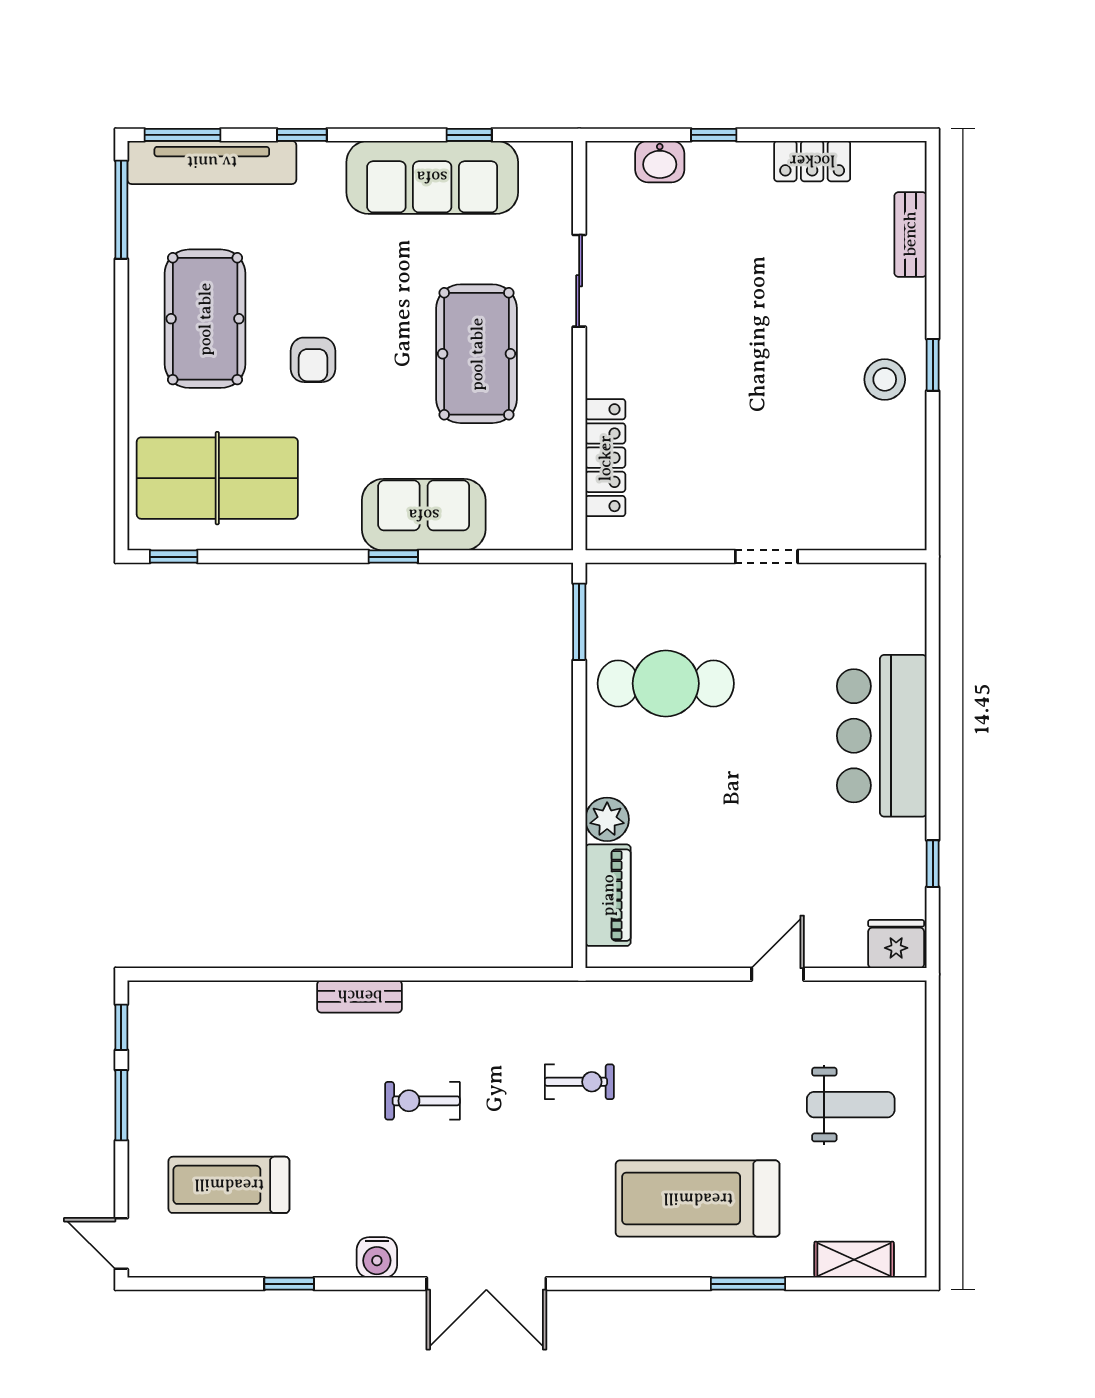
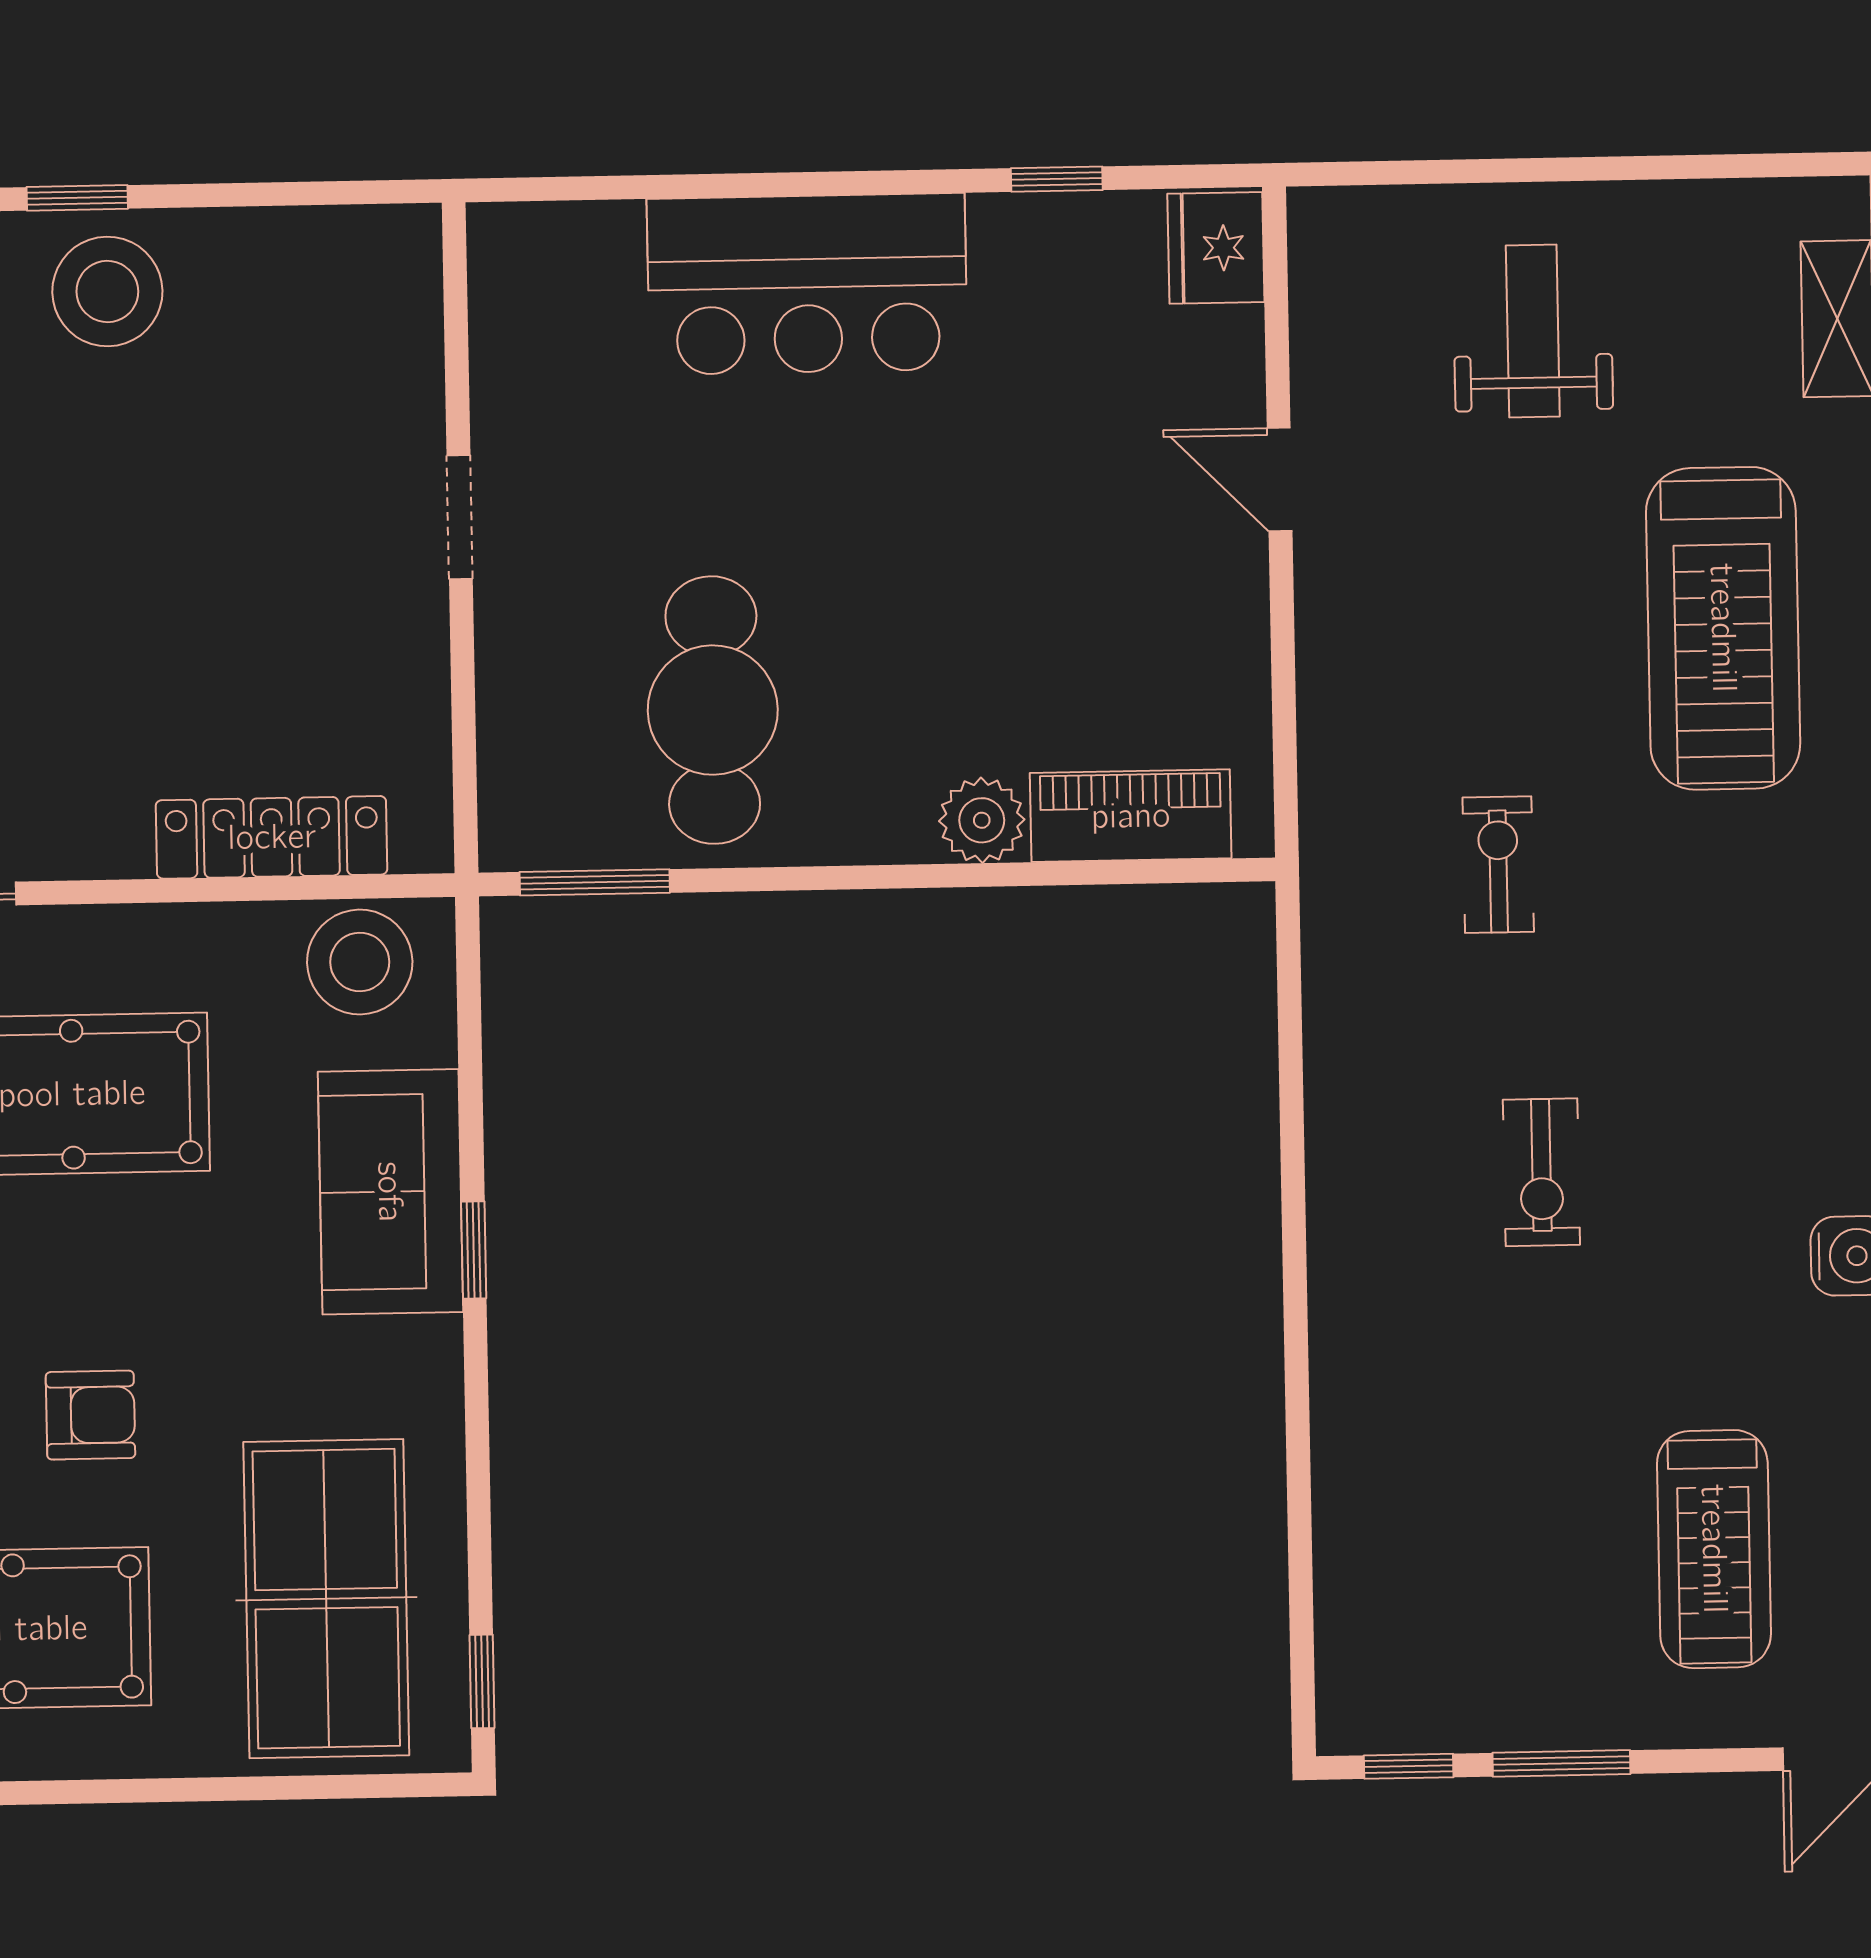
stool: (885, 379) -> (107, 292), width x1.38, depth x1.38
stool: (541, 501) -> (360, 962), added
bench: (360, 996) -> (1339, 1300), removed

